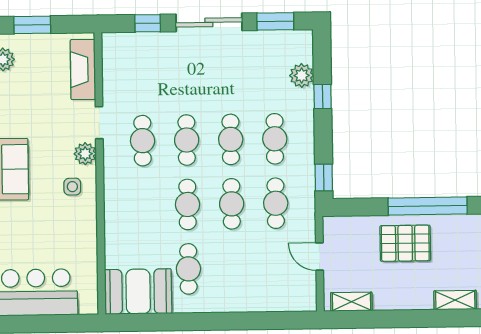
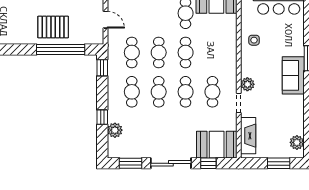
booth: (134, 54) -> (217, 145), added
side table: (72, 187) -> (254, 40), moved
window: (428, 206) -> (61, 50), moved

